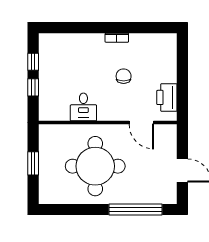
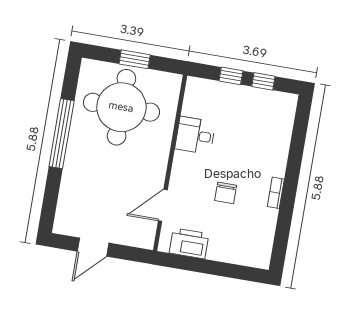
chair: (124, 76) -> (226, 193), turned 90
round table: (95, 166) -> (121, 107), moved
window: (135, 209) -> (62, 134), moved

